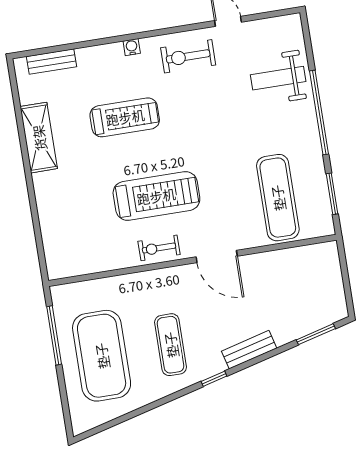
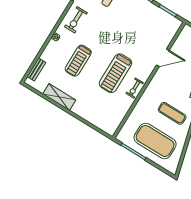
treadmill: (125, 117) -> (78, 61), turned 180
treadmill: (156, 196) -> (115, 73), turned 180
exercise mat: (278, 198) -> (153, 31), removed
door: (217, 256) -> (163, 58), moved

